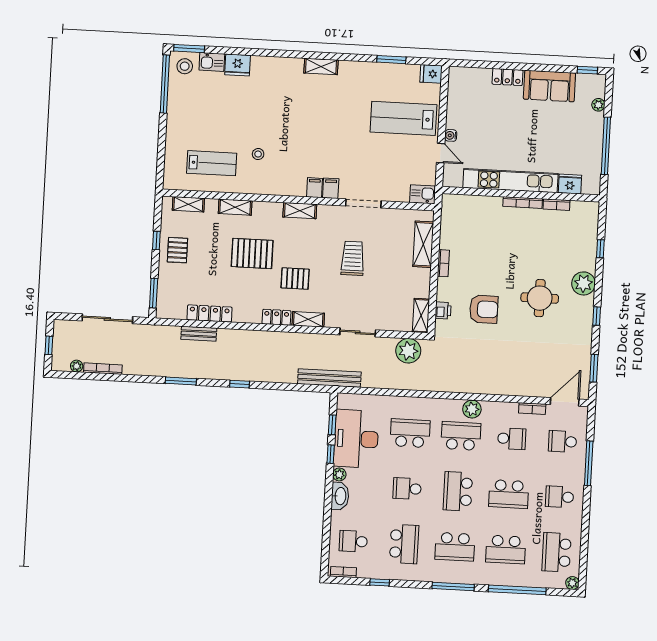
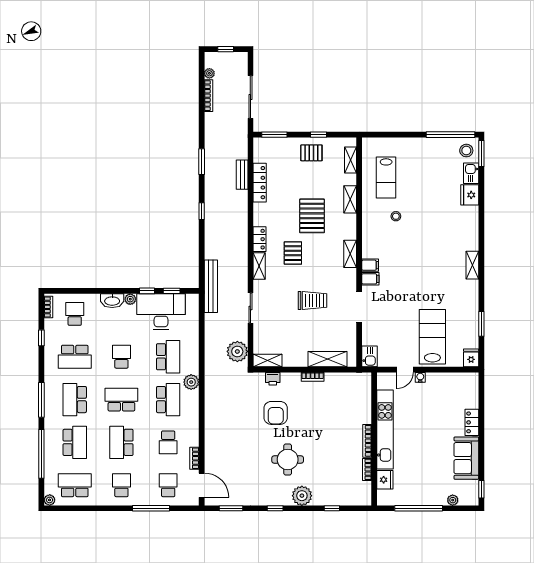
plant: (472, 409) -> (191, 382), moved
school desk: (506, 550) -> (75, 442), turned 180

